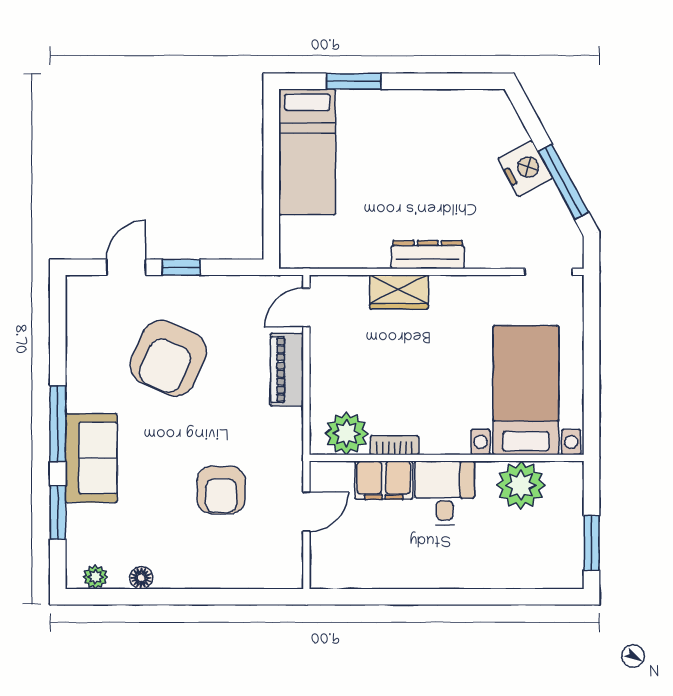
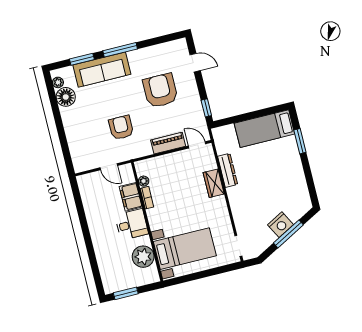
window: (563, 182) -> (288, 234), moved
dresser: (428, 255) -> (228, 170), moved
window: (181, 267) -> (206, 108), moved
armchair: (168, 358) -> (160, 91), turned 66
plant: (346, 433) -> (144, 181), width x0.53, depth x0.53
sofa: (91, 458) -> (102, 70), width x1.36
armchair: (221, 490) -> (121, 128), moved, turned 90
floor lamp: (141, 578) -> (66, 97), width x1.89, depth x1.89

